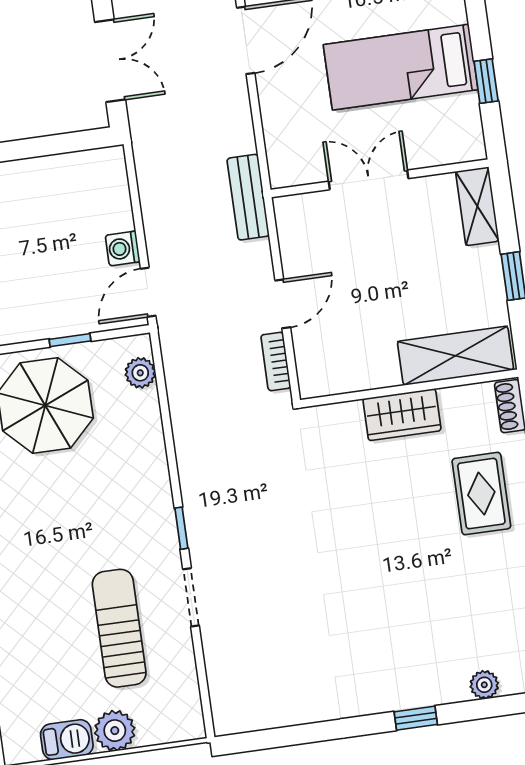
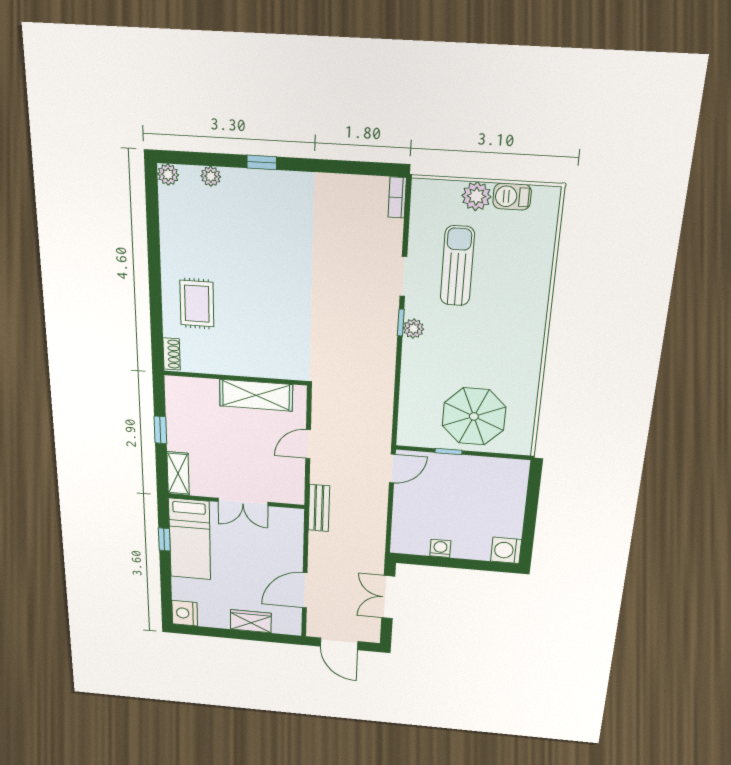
bed: (401, 67) -> (190, 539), moved, turned 90
washing machine: (123, 249) -> (440, 548), moved, turned -90
shelving: (456, 356) -> (256, 395), moved
bookcase: (276, 361) -> (397, 198), moved, turned 180
plant: (140, 373) -> (413, 329), moved
wardrobe: (402, 415) -> (242, 363), removed
sun lounger: (119, 628) -> (457, 266), turned 180

